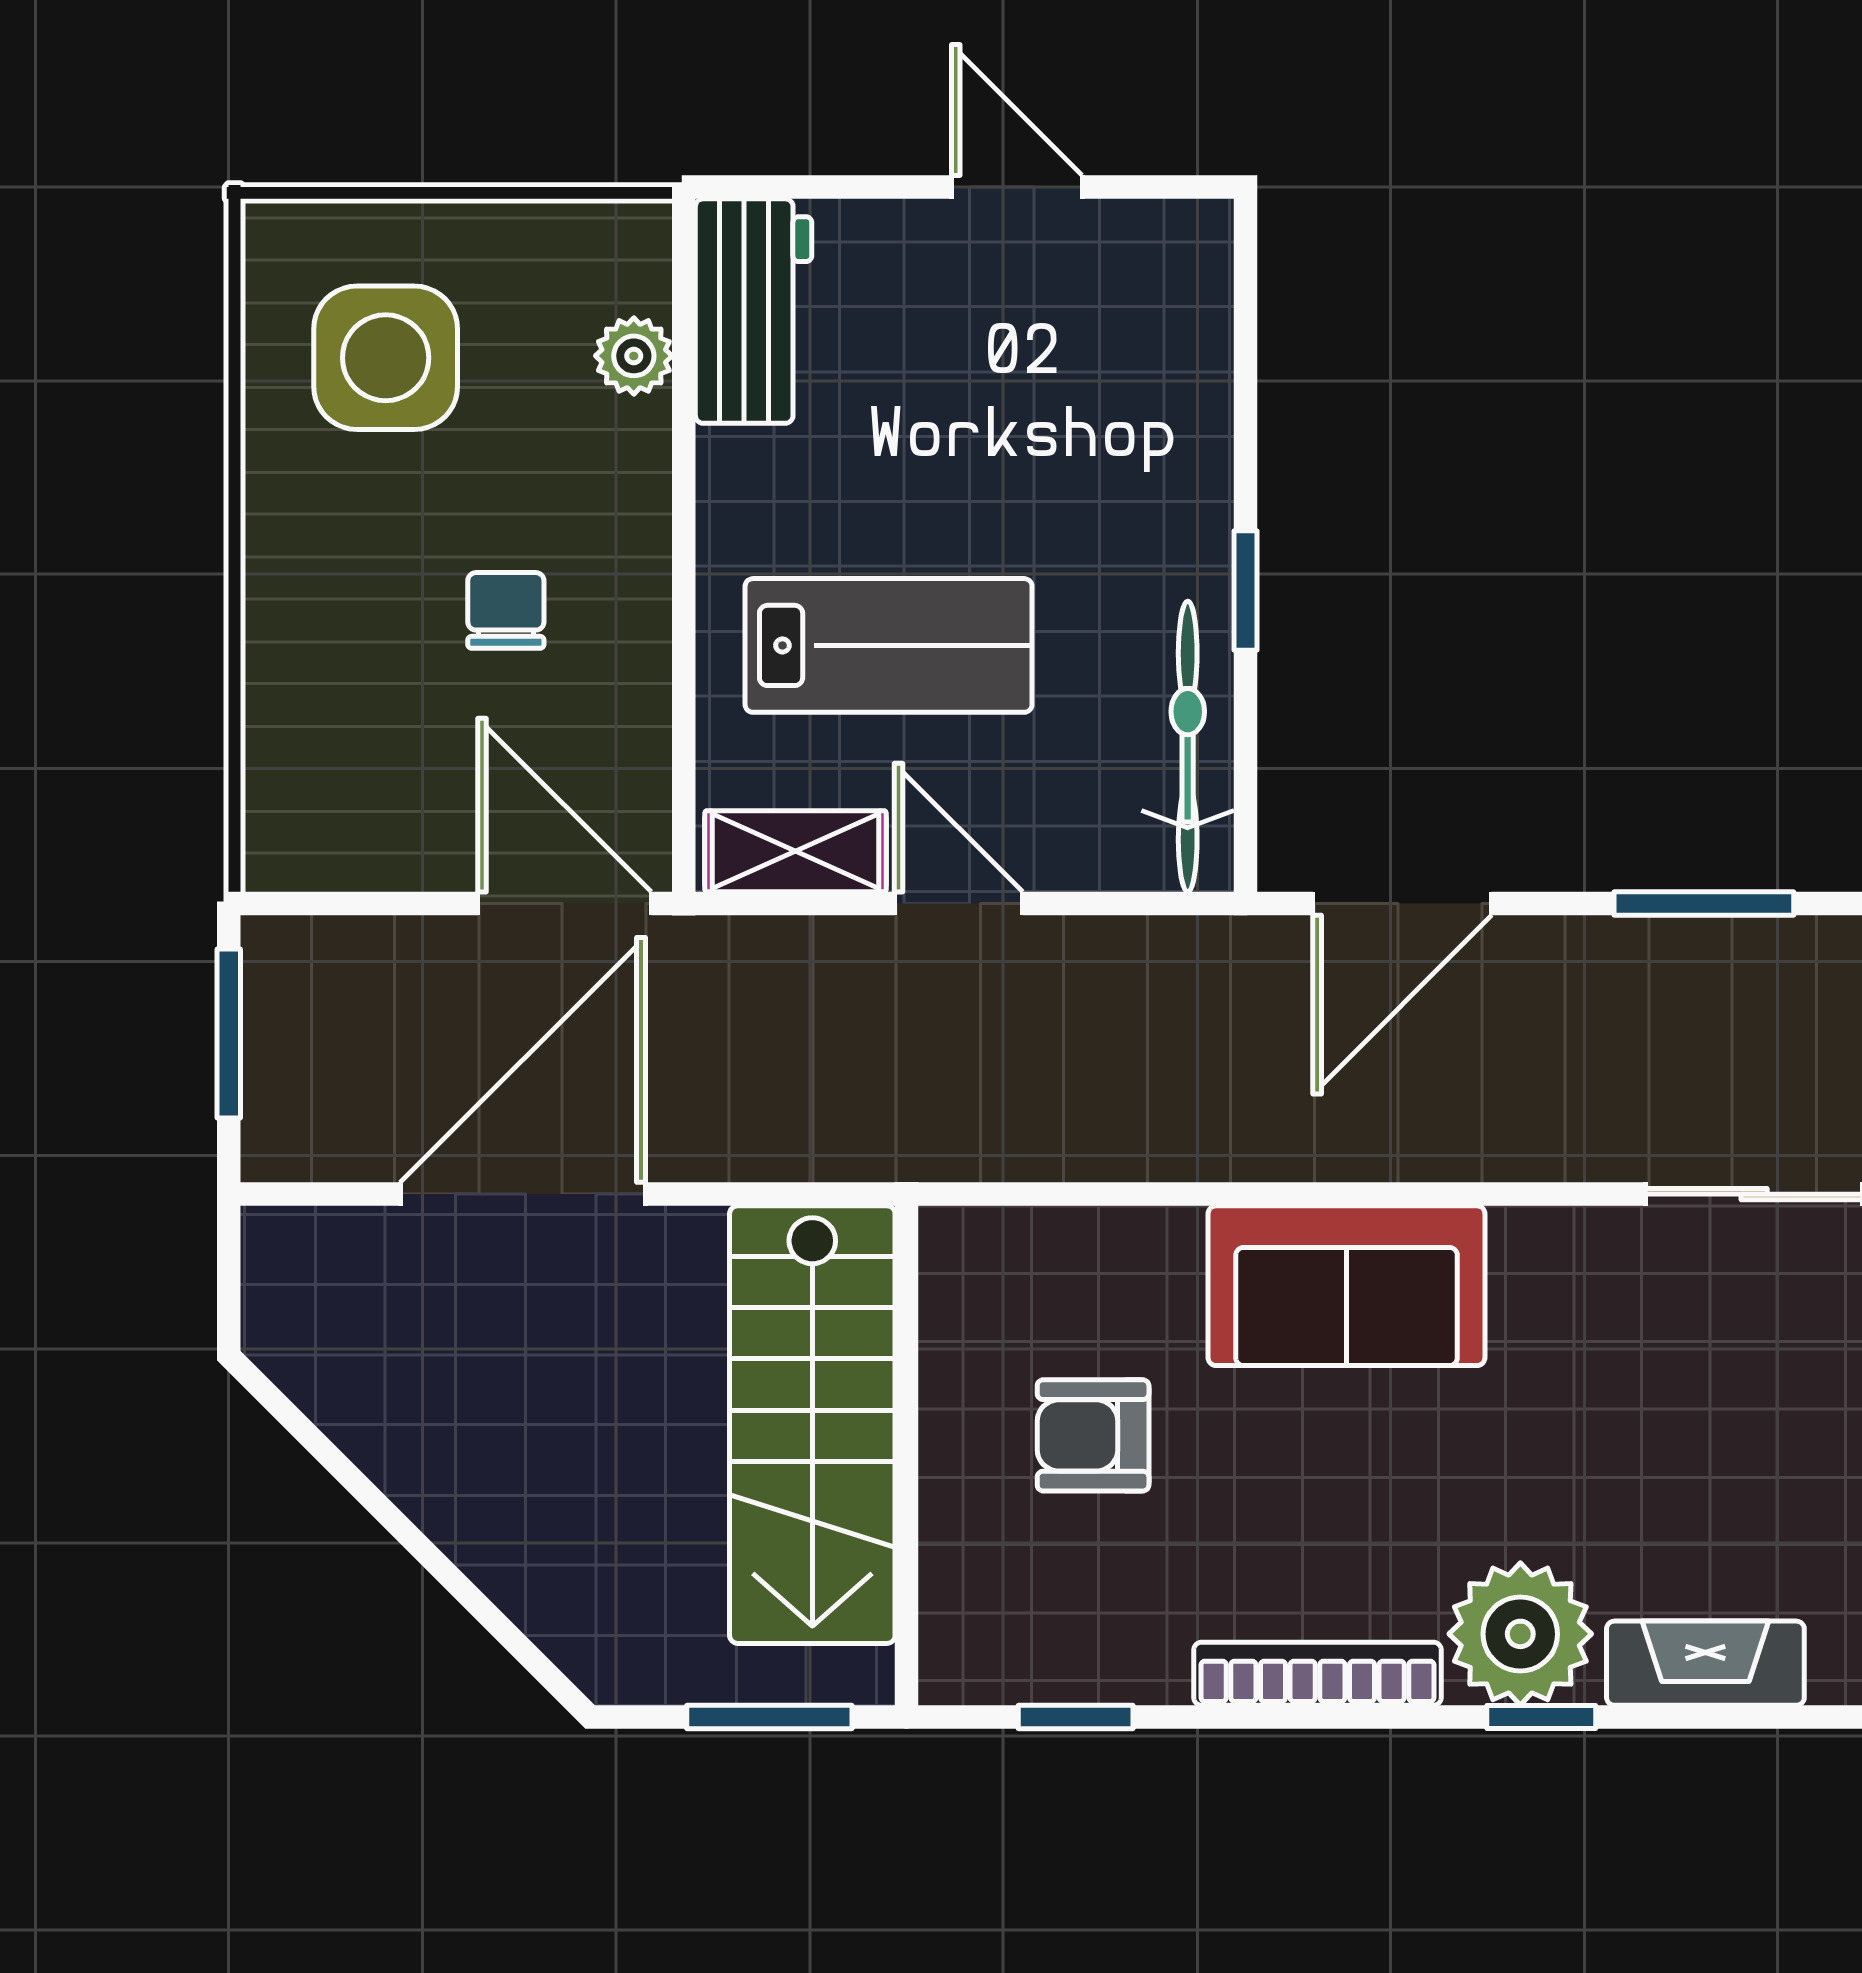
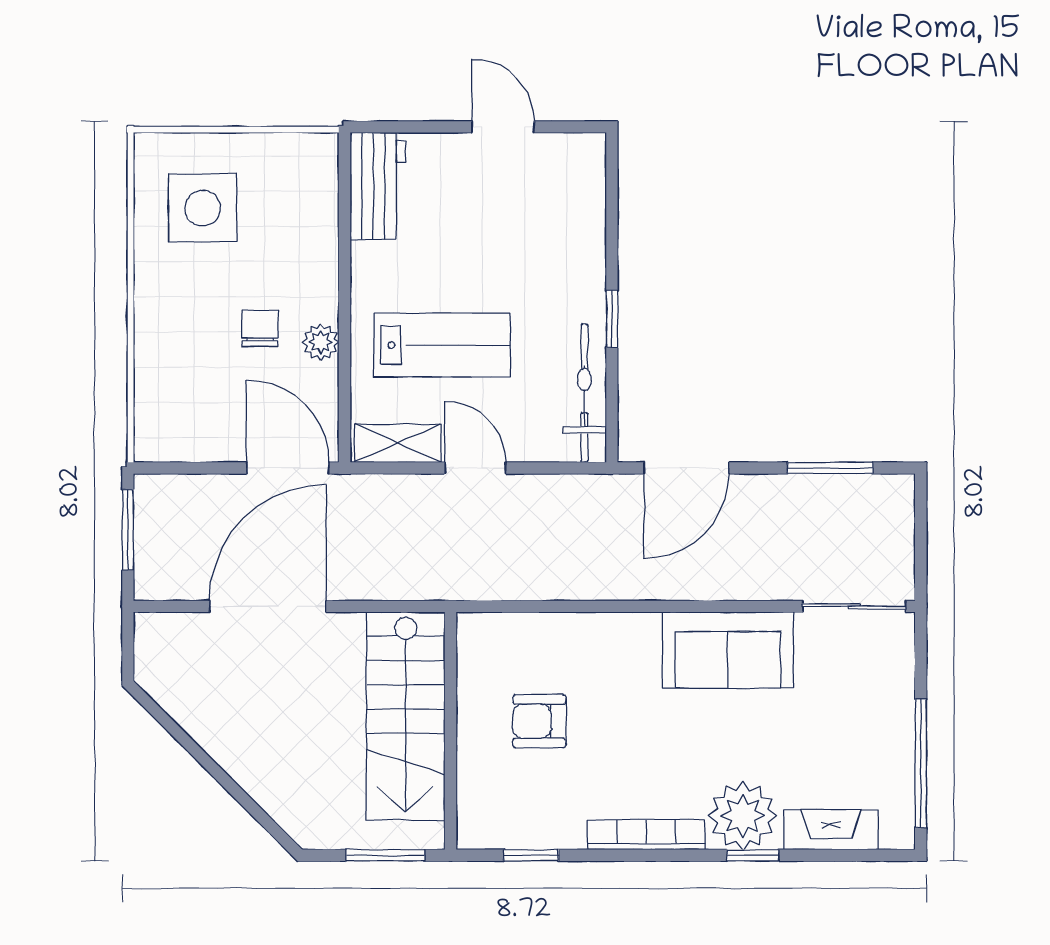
plant: (634, 356) -> (321, 342), moved
sofa: (1347, 1286) -> (728, 650), moved

